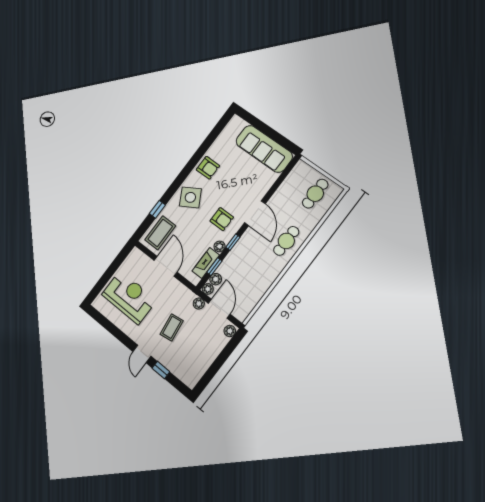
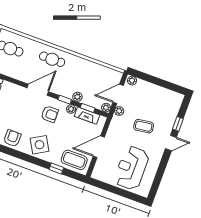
armchair: (222, 219) -> (50, 114), turned 90
plant: (216, 279) -> (77, 97), moved

